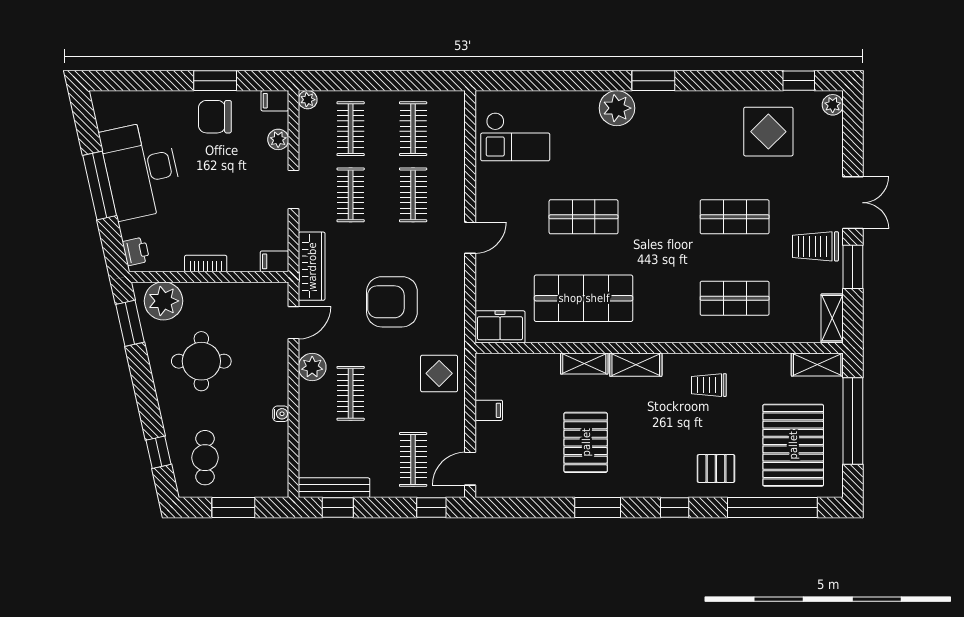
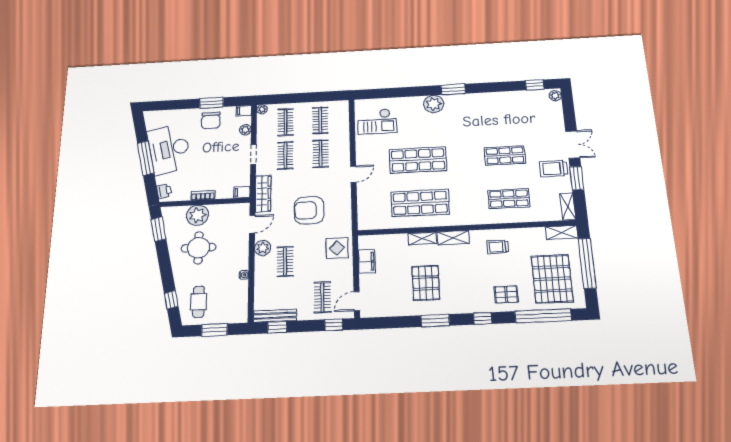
chair: (215, 117) -> (211, 120), turned -90
display table: (768, 132) -> (520, 111), removed
shop shelf: (584, 217) -> (418, 160), width x1.43, depth x1.36
plant: (163, 301) -> (197, 215), moved
freezer: (500, 327) -> (372, 221), removed
filing cabinet: (489, 410) -> (367, 261), width x2.00

